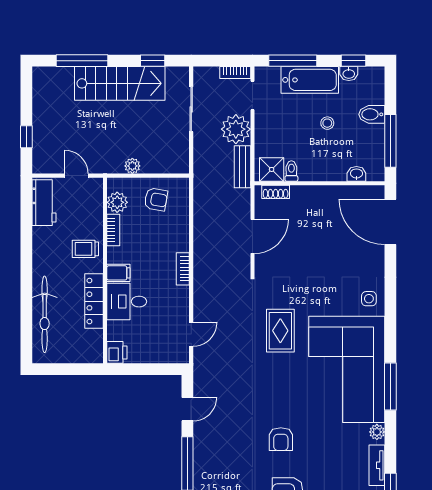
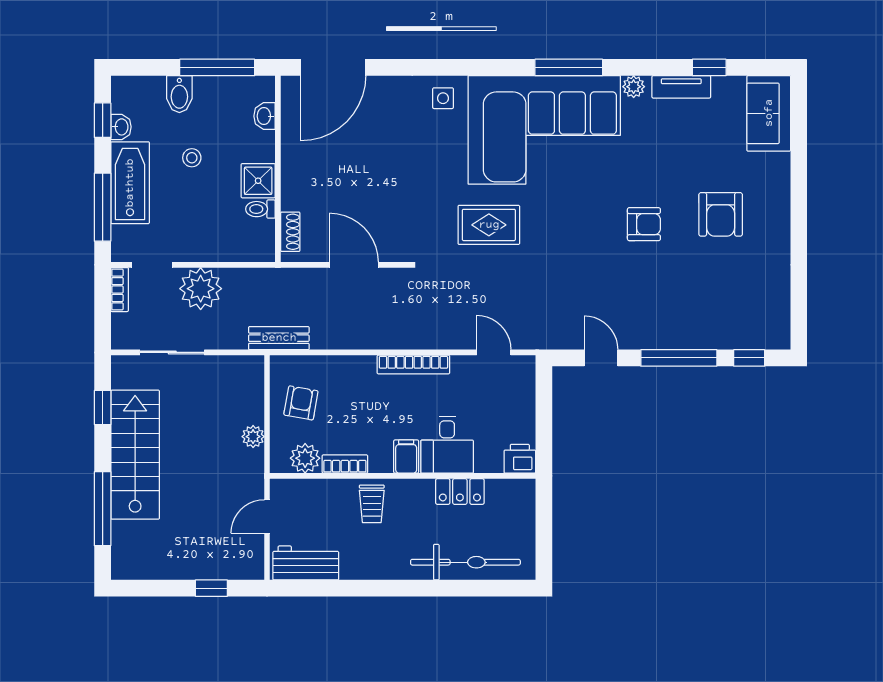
bench: (242, 167) -> (279, 338), moved
shower: (272, 169) -> (258, 181), moved
bookcase: (183, 269) -> (413, 365), width x1.56
locker: (94, 301) -> (460, 492), width x0.66

